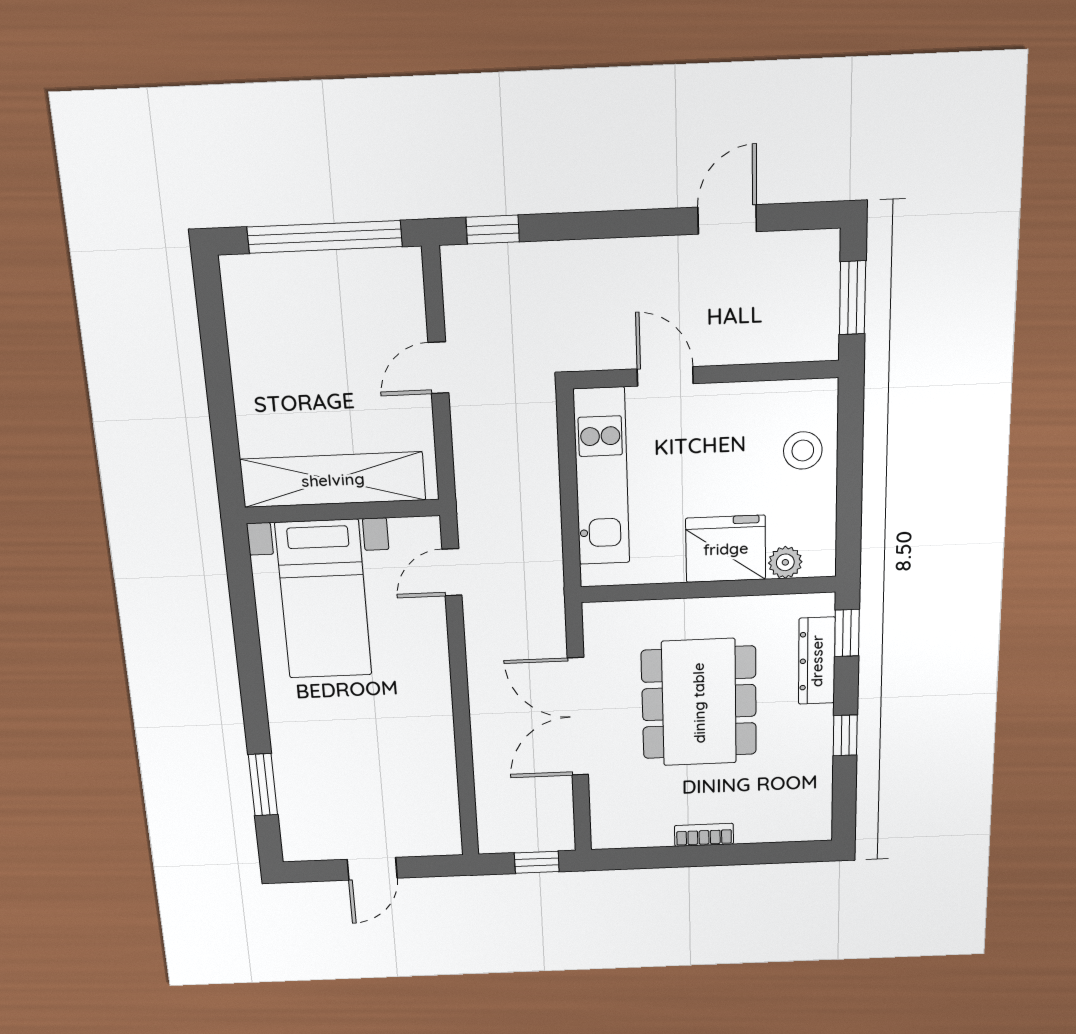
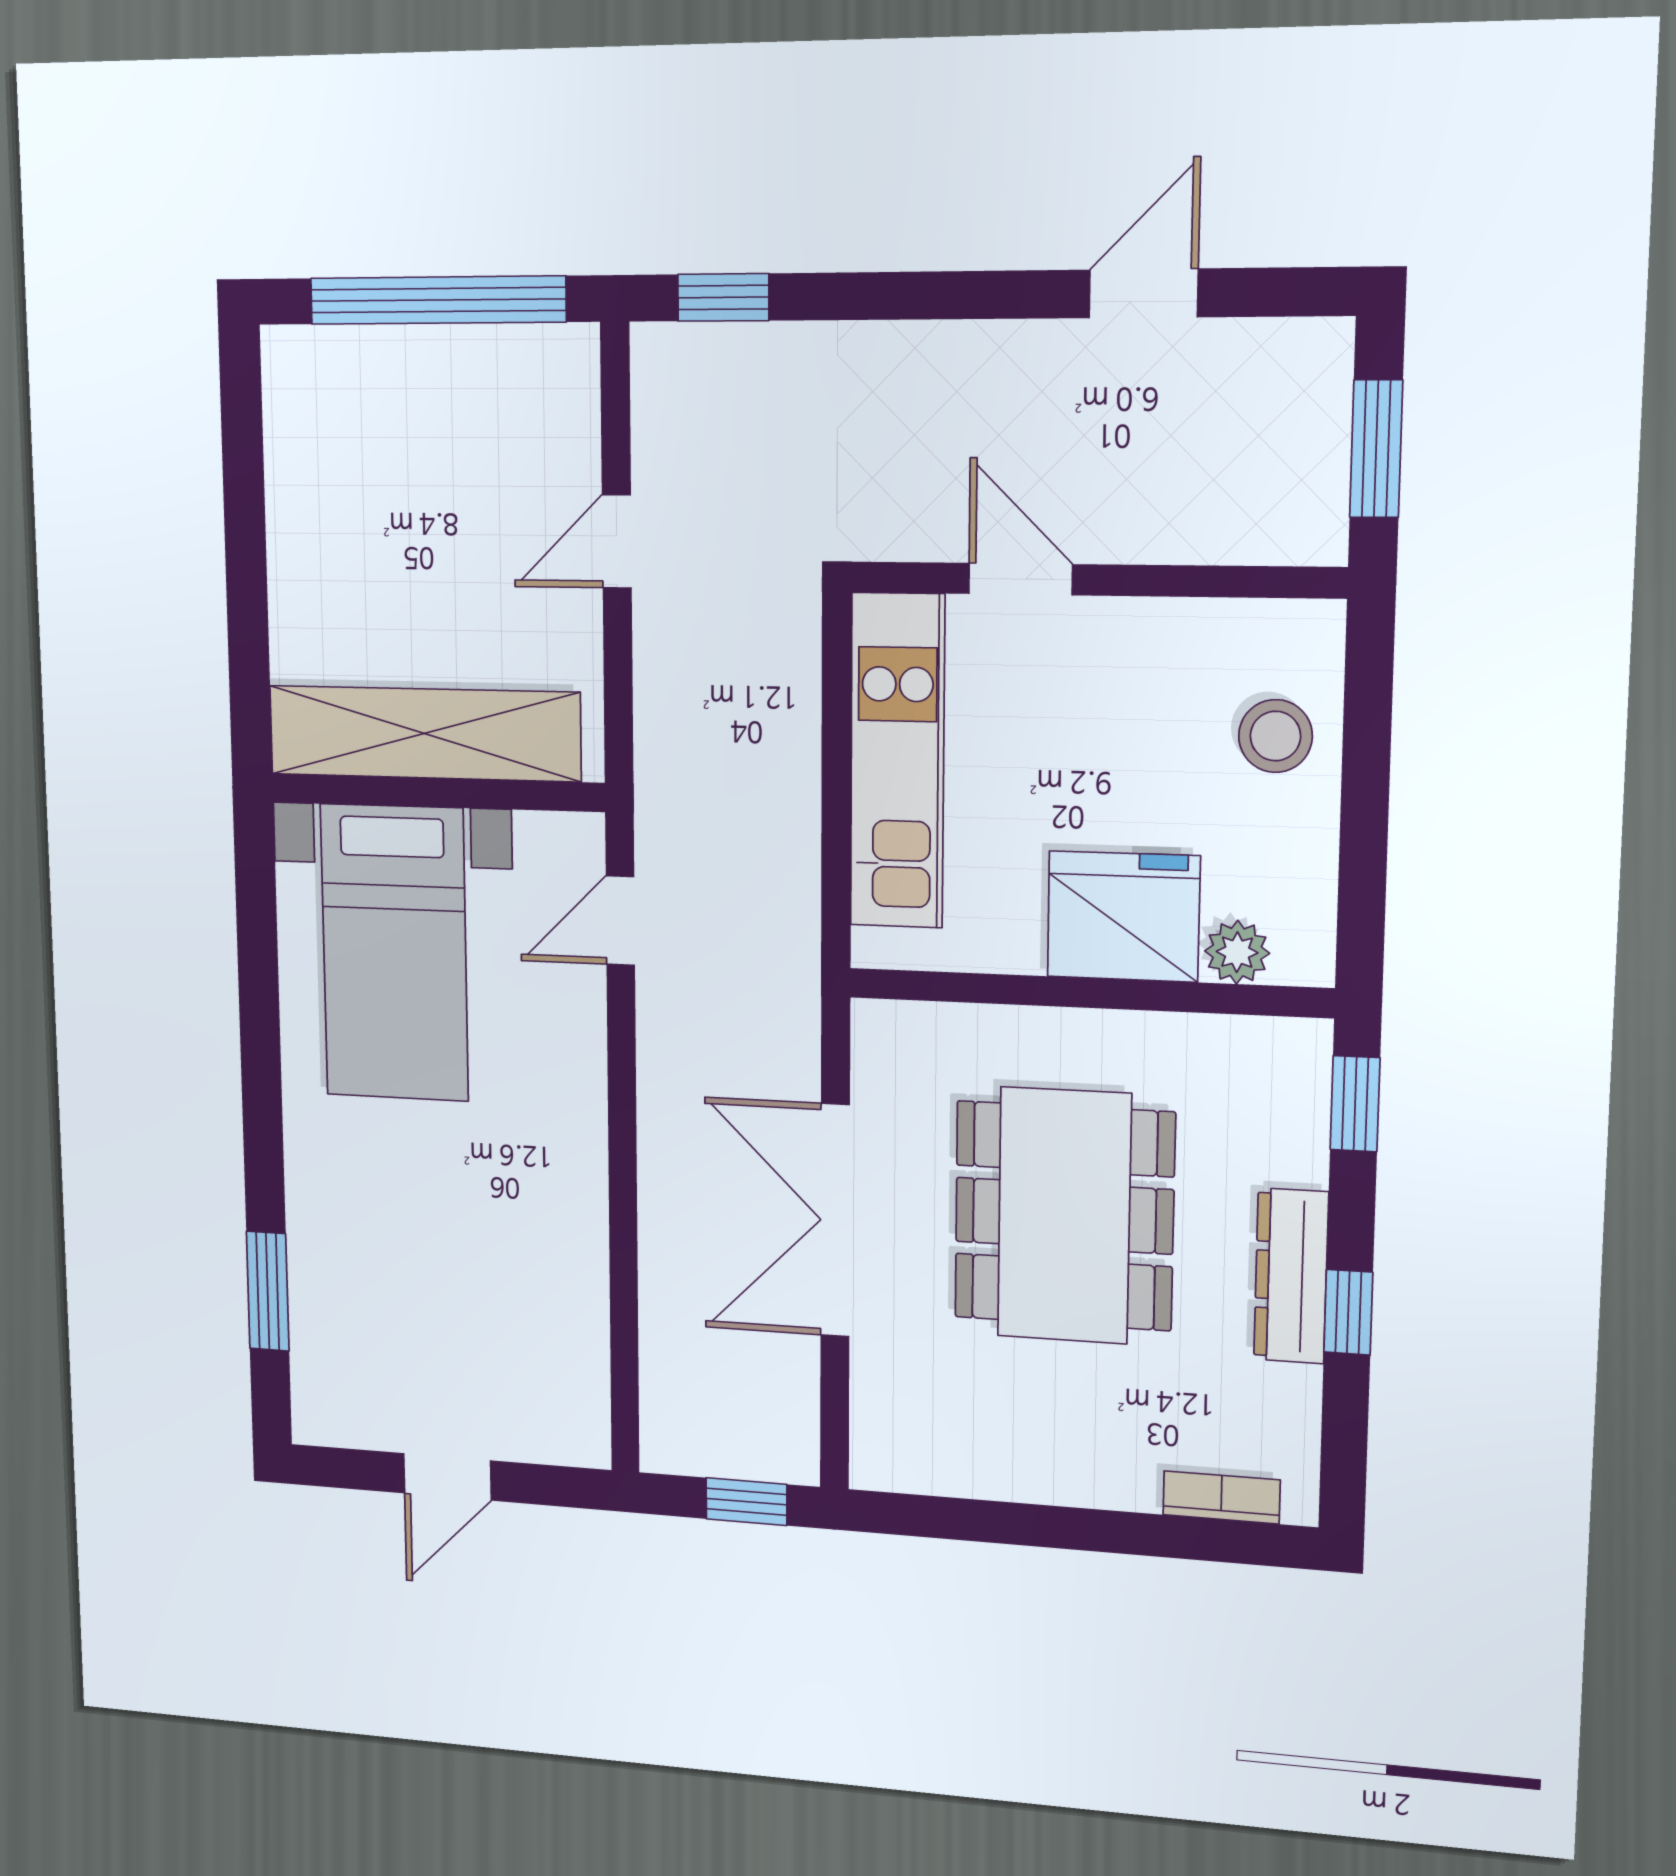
dresser: (817, 661) -> (1291, 1276), moved
bookcase: (704, 835) -> (1221, 1497), moved

